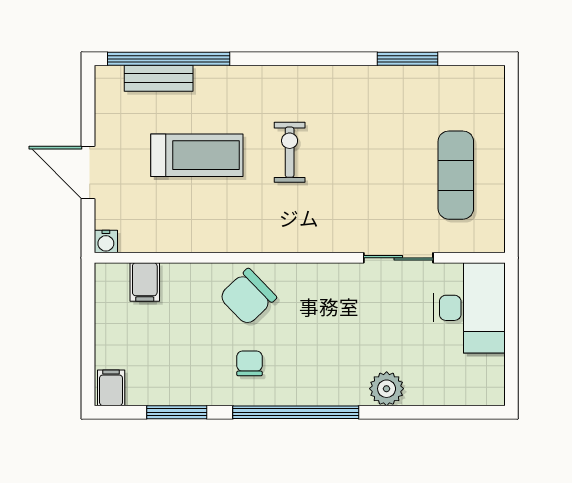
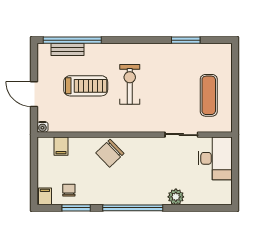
exercise bike: (290, 152) -> (130, 84), width x1.38, depth x1.39
chair: (249, 363) -> (69, 190), moved

